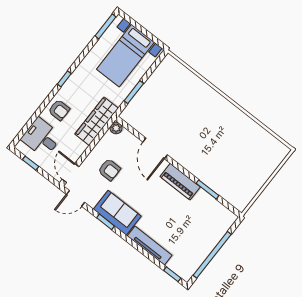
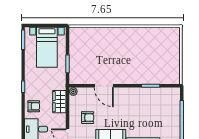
wardrobe: (97, 121) -> (59, 102), width x0.67
piano: (180, 182) -> (132, 93), removed

